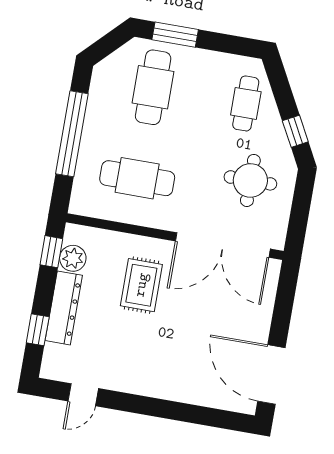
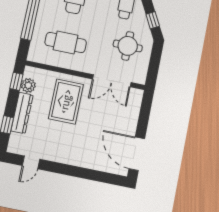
double door: (223, 245) -> (112, 81), width x0.73
rug: (141, 285) -> (66, 102), width x1.36, depth x1.43

